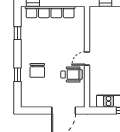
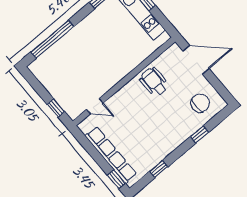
door: (87, 59) -> (95, 106), moved
chair: (37, 70) -> (200, 103), moved

